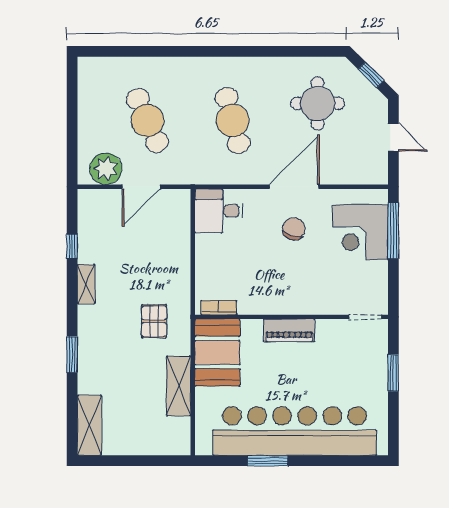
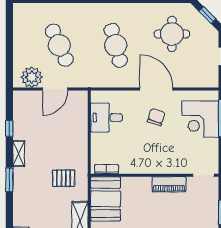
door: (294, 187) -> (156, 89), hinge flipped
desk: (219, 211) -> (106, 118), moved
pallet: (154, 321) -> (64, 178), turned 90
piano: (289, 330) -> (169, 184), moved
window: (72, 355) -> (9, 180), moved

